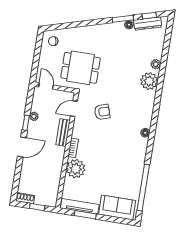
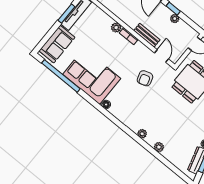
plant: (149, 81) -> (142, 134), width x0.53, depth x0.53
corner sofa: (128, 160) -> (92, 76), added
plant: (76, 169) -> (116, 28), width x0.53, depth x0.53

